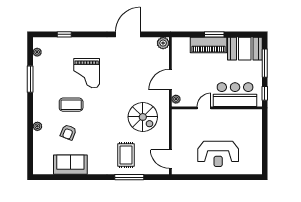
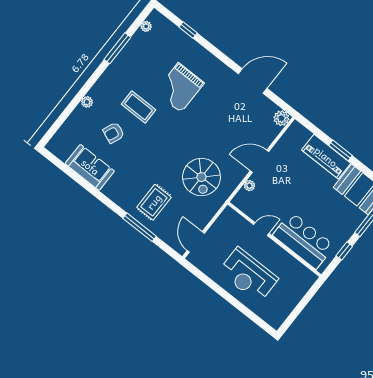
bar counter: (235, 95) -> (303, 240), moved
door: (204, 108) -> (261, 229), moved
wall: (217, 108) -> (274, 239), moved

